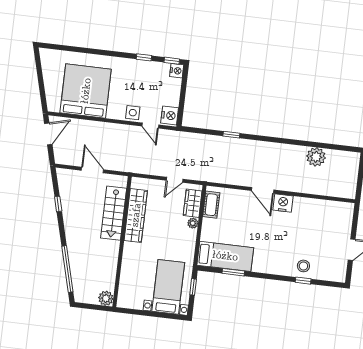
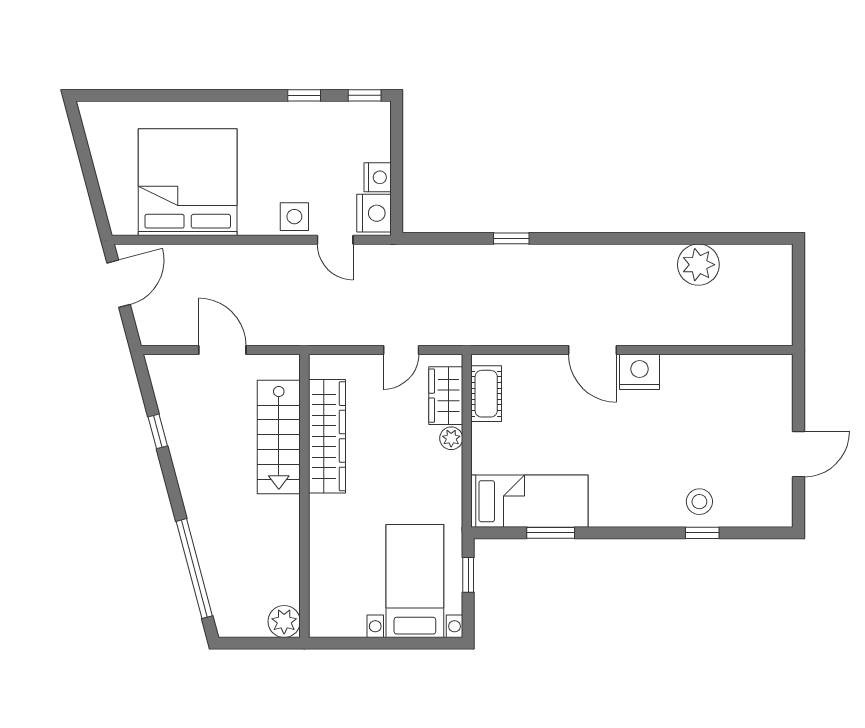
nightstand: (177, 71) -> (378, 177), moved

